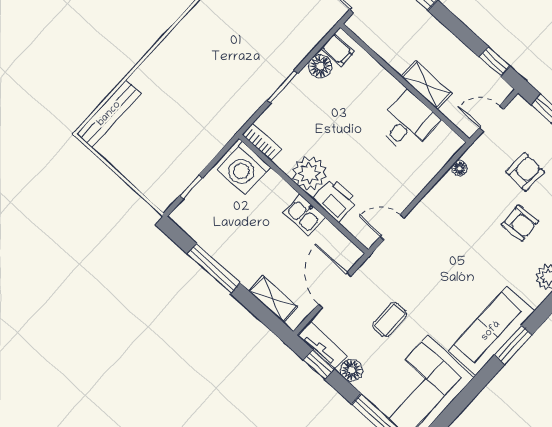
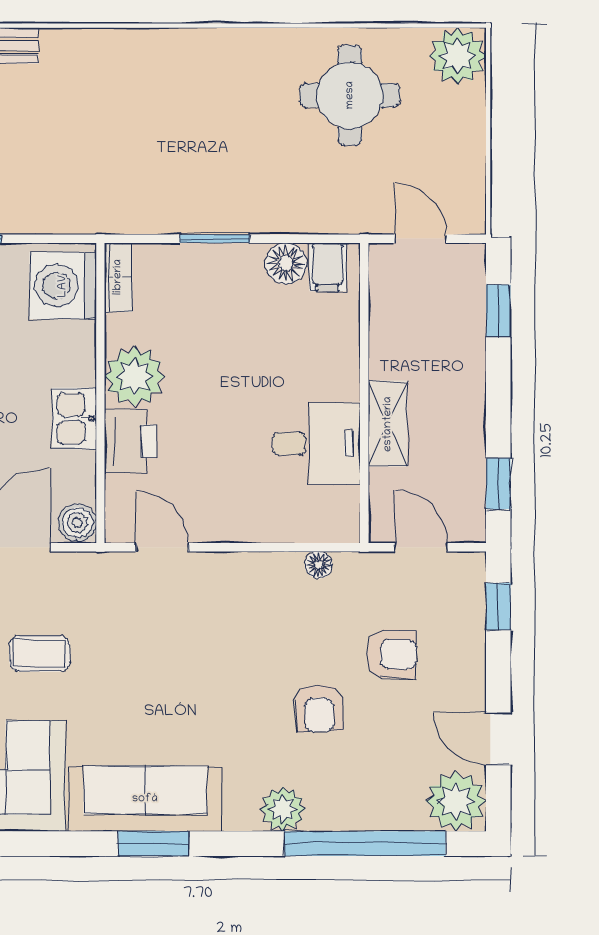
boiler: (349, 253) -> (77, 522), added

